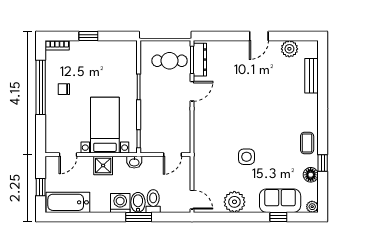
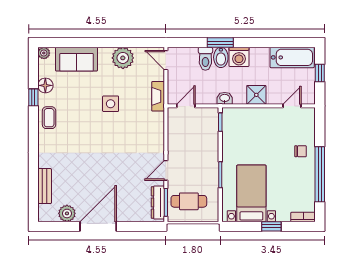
door: (259, 36) -> (98, 226), width x1.87
chair: (64, 89) -> (301, 151), moved
bed with nightstands: (105, 125) -> (251, 193), moved, turned 180
fireplace: (200, 164) -> (158, 96), added
window: (278, 217) -> (78, 43), removed

